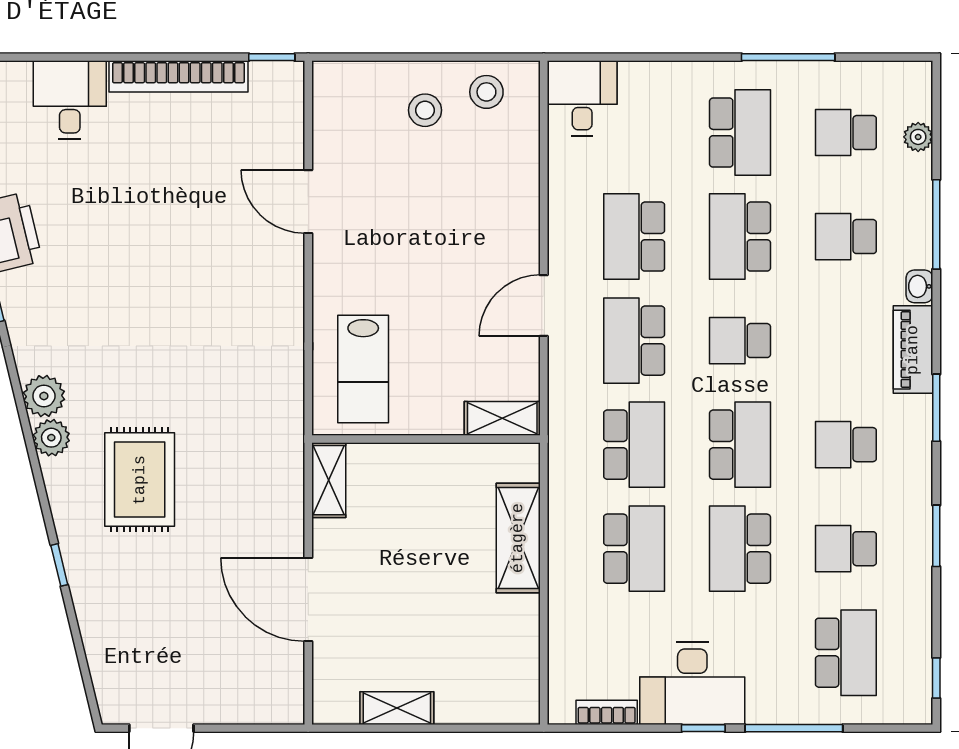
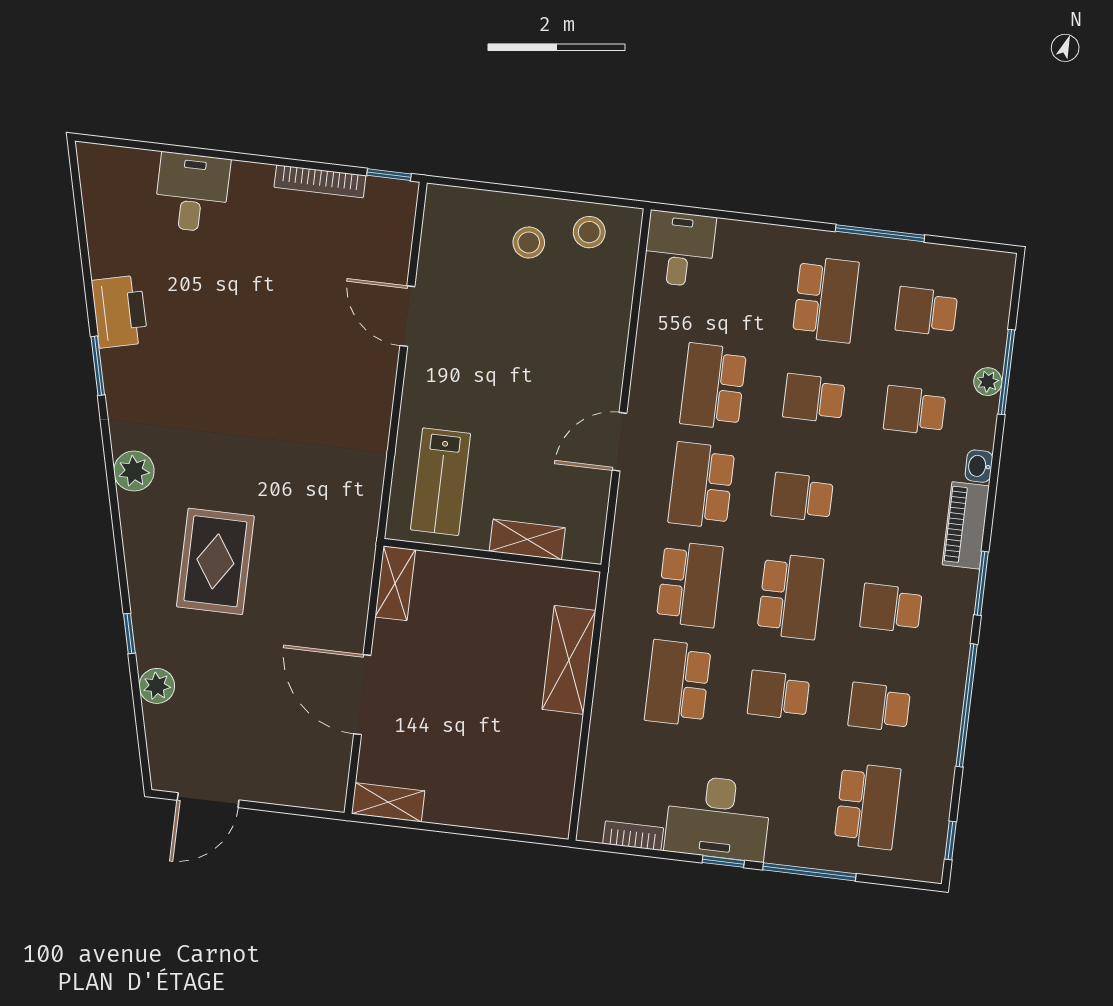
bookcase: (178, 76) -> (320, 181), width x0.68, depth x0.76
plant: (918, 137) -> (988, 382), moved
window: (936, 224) -> (1006, 372), moved
school desk: (740, 237) -> (814, 398), width x0.54
shelving: (502, 418) -> (527, 540), moved
plant: (51, 438) -> (157, 686), moved
window: (936, 536) -> (967, 705), width x2.11
school desk: (634, 549) -> (678, 683), turned 180
school desk: (740, 549) -> (779, 695), width x0.54
shelving: (397, 708) -> (388, 802), moved

